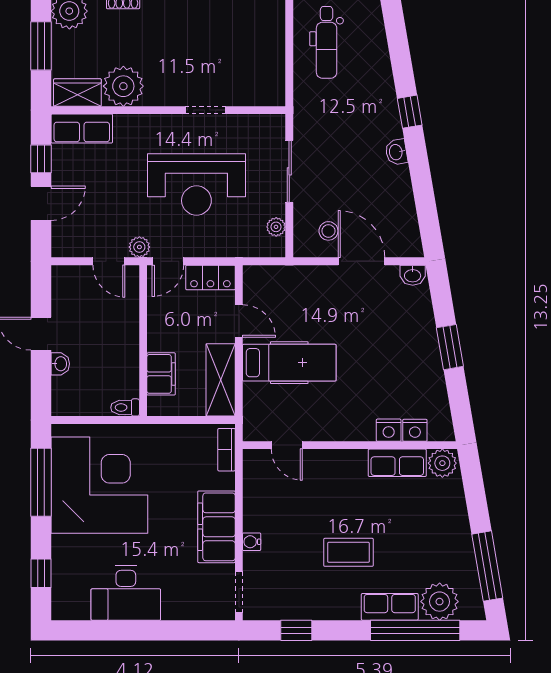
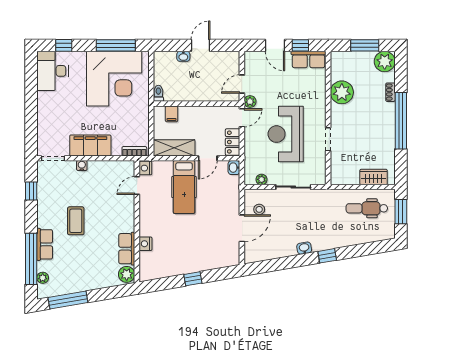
wardrobe: (77, 93) -> (374, 177), moved, turned -90
row of seats: (82, 129) -> (309, 59), moved, turned -90
door: (168, 261) -> (242, 118), swing flipped
washbasin: (413, 275) -> (234, 168), moved
window: (450, 347) -> (193, 279), width x0.67
filing cabinet: (161, 374) -> (172, 114), width x0.50
nightstand: (415, 430) -> (145, 168), moved
desk: (126, 593) -> (52, 71), moved
plant: (440, 602) -> (43, 278), width x0.53, depth x0.53

